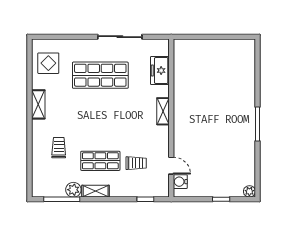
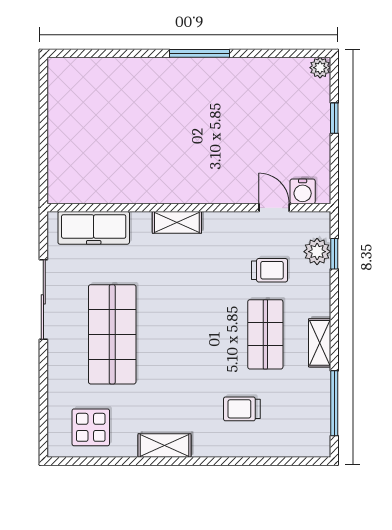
freezer: (160, 70) -> (94, 228), width x1.40
trolley: (136, 163) -> (270, 270), turned 90
door: (171, 166) -> (274, 208), hinge flipped
plant: (73, 190) -> (317, 252), moved

